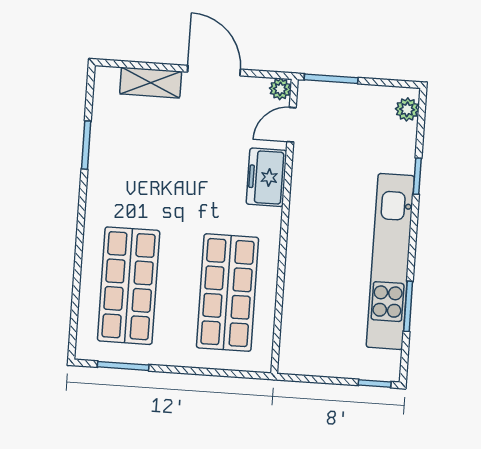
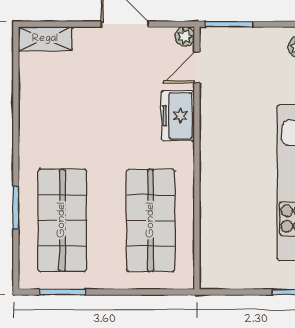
shelving: (151, 83) -> (45, 39), moved
window: (86, 145) -> (16, 208), moved

